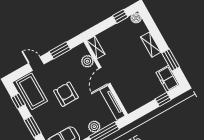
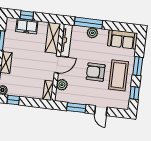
freezer: (168, 79) -> (27, 26), moved, turned 90
coffee table: (32, 91) -> (118, 75), moved
armchair: (66, 94) -> (96, 72), turned 90
shelving: (126, 97) -> (53, 38), added

